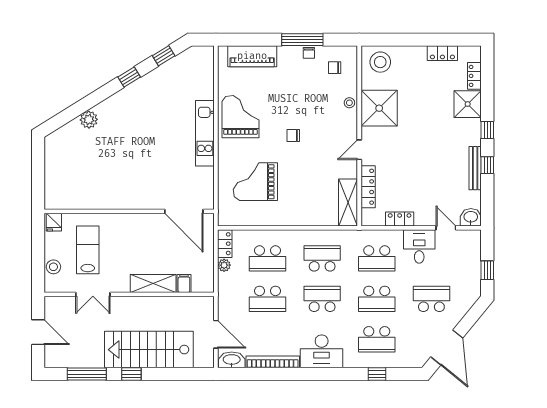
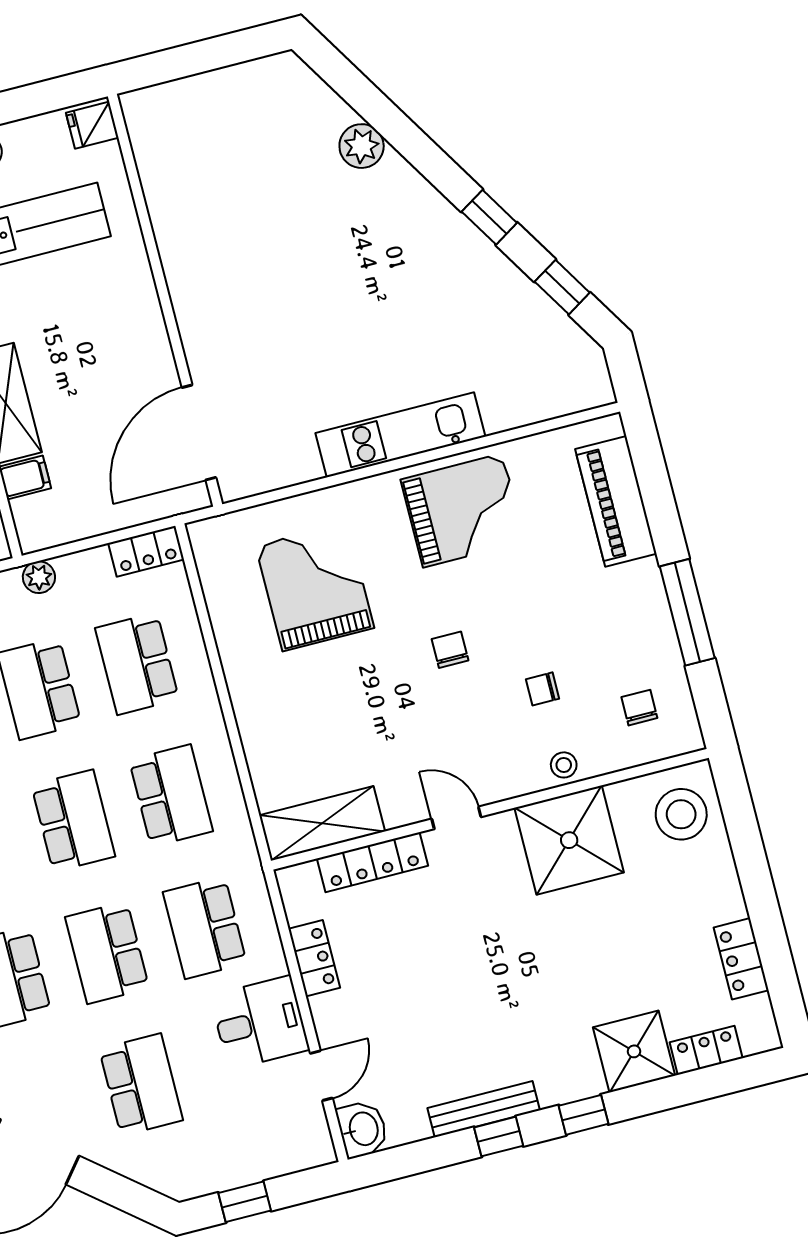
chair: (309, 53) -> (543, 689), moved
plant: (224, 265) -> (39, 577), moved

